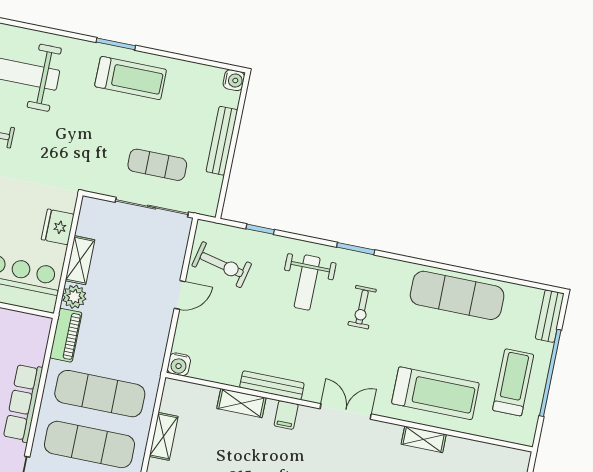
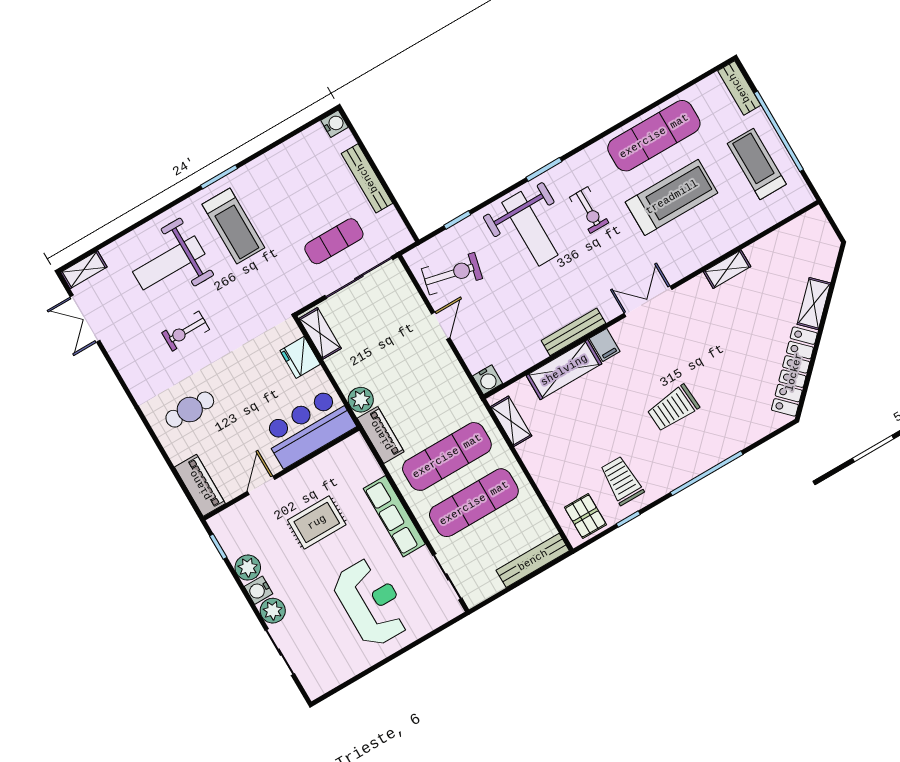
treadmill: (131, 78) -> (233, 226), moved, turned 90
shelving: (80, 260) -> (320, 333), moved
weight bench: (307, 283) -> (530, 229), width x1.36, depth x1.33
treadmill: (435, 393) -> (672, 197), moved
shelving: (241, 403) -> (564, 370), width x1.50, depth x1.33
shelving: (164, 436) -> (511, 421), moved

